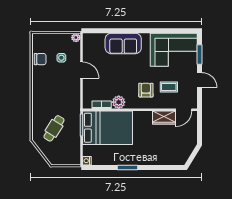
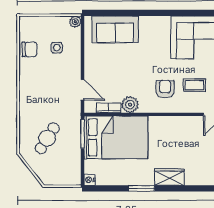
sofa: (123, 43) -> (115, 29), moved
door: (81, 70) -> (83, 90), moved
wardrobe: (164, 118) -> (169, 177), moved, turned 180

